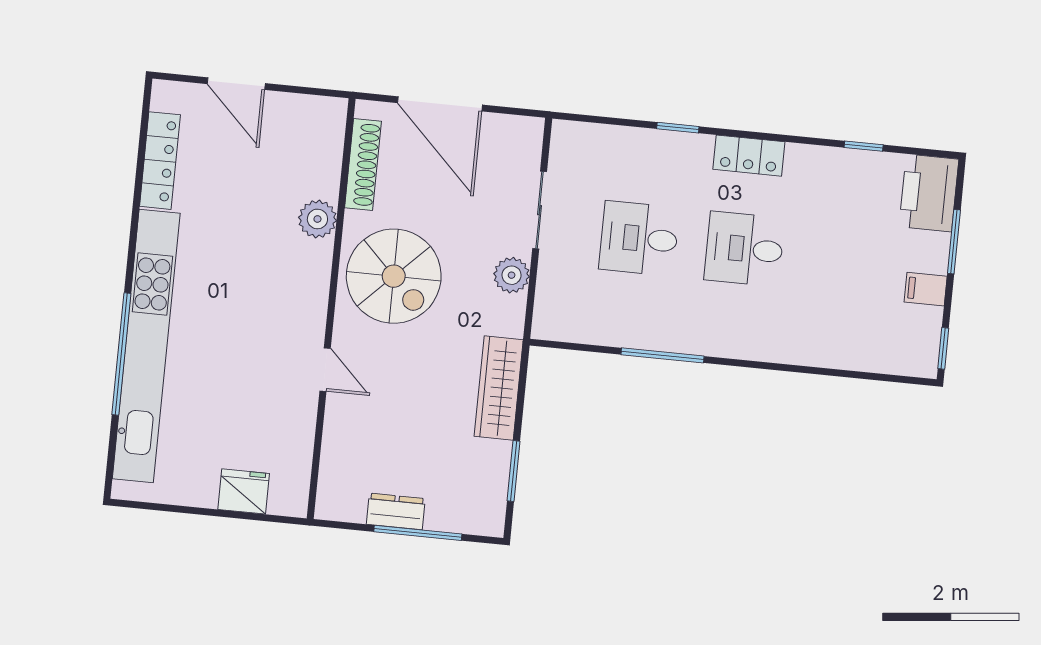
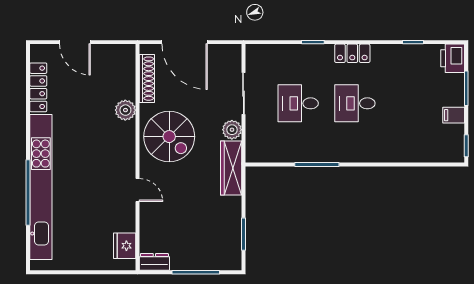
printer: (929, 193) -> (453, 58), width x0.73, depth x0.84
wardrobe: (499, 388) -> (231, 168), moved
fridge: (244, 491) -> (125, 246), moved, turned -90
dresser: (396, 511) -> (154, 262), moved

